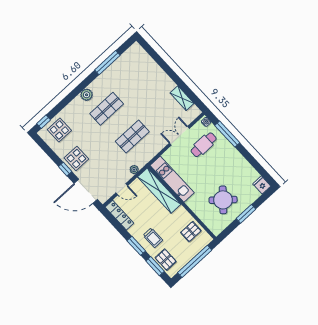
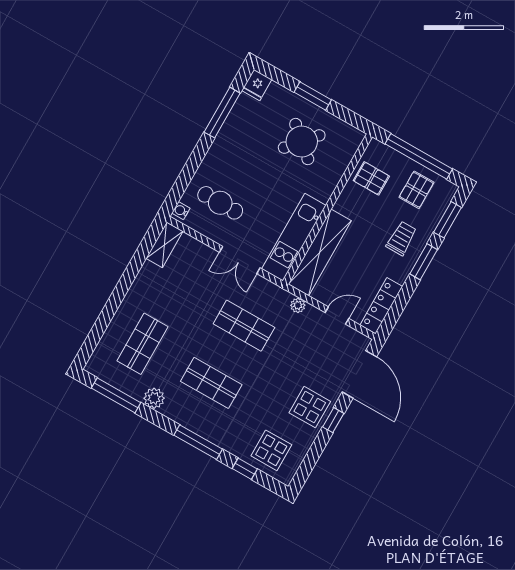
window: (107, 63) -> (116, 395), moved
shop shelf: (140, 78) -> (143, 344), added
window: (76, 91) -> (198, 442), added
plant: (87, 95) -> (154, 398), moved
shelving: (182, 98) -> (164, 245), moved
window: (44, 122) -> (245, 469), moved
window: (227, 134) -> (222, 113), moved
double door: (179, 136) -> (240, 260), moved
door: (122, 189) -> (337, 316), hinge flipped
pallet: (166, 260) -> (416, 190), moved

